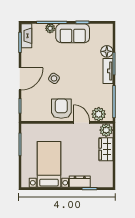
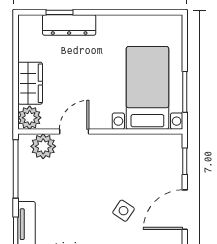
armchair: (61, 109) -> (110, 156), removed
door: (81, 122) -> (74, 132), swing flipped
bed with nightstands: (49, 164) -> (147, 88), moved, turned 180
dresser: (80, 182) -> (69, 25), width x1.44

